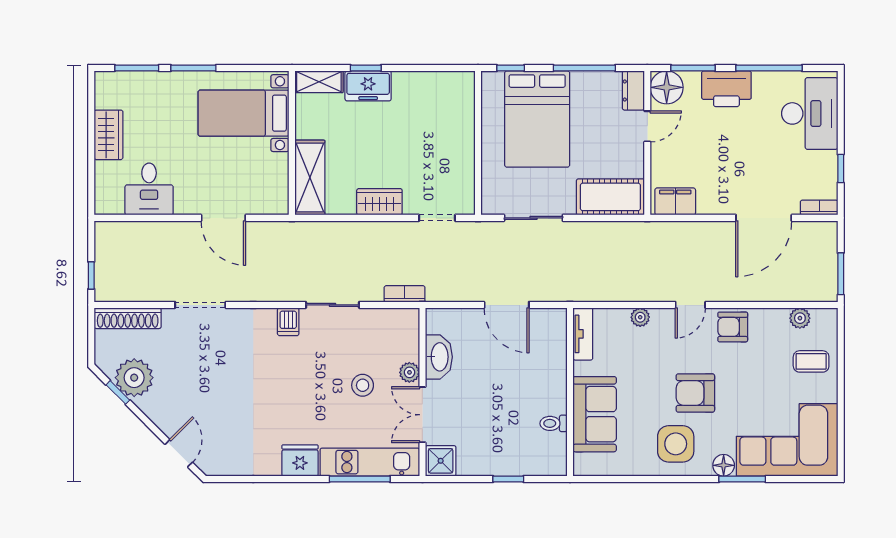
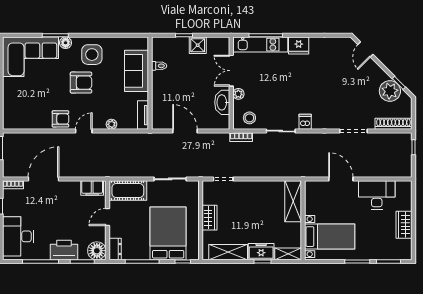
shelving: (428, 85) -> (228, 252), added
door: (647, 126) -> (107, 217), moved
desk: (149, 189) -> (377, 195), width x1.37
wardrobe: (379, 202) -> (209, 218), moved, turned -90
plant: (800, 318) -> (23, 124), removed
coffee table: (811, 361) -> (17, 100), removed
stool: (363, 385) -> (249, 118), moved
double door: (422, 415) -> (231, 71), swing flipped
shower: (441, 461) -> (198, 45), moved

